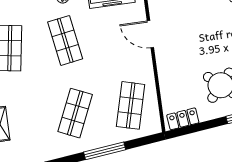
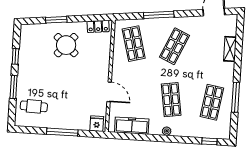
shop shelf: (131, 105) -> (134, 44), turned -30

